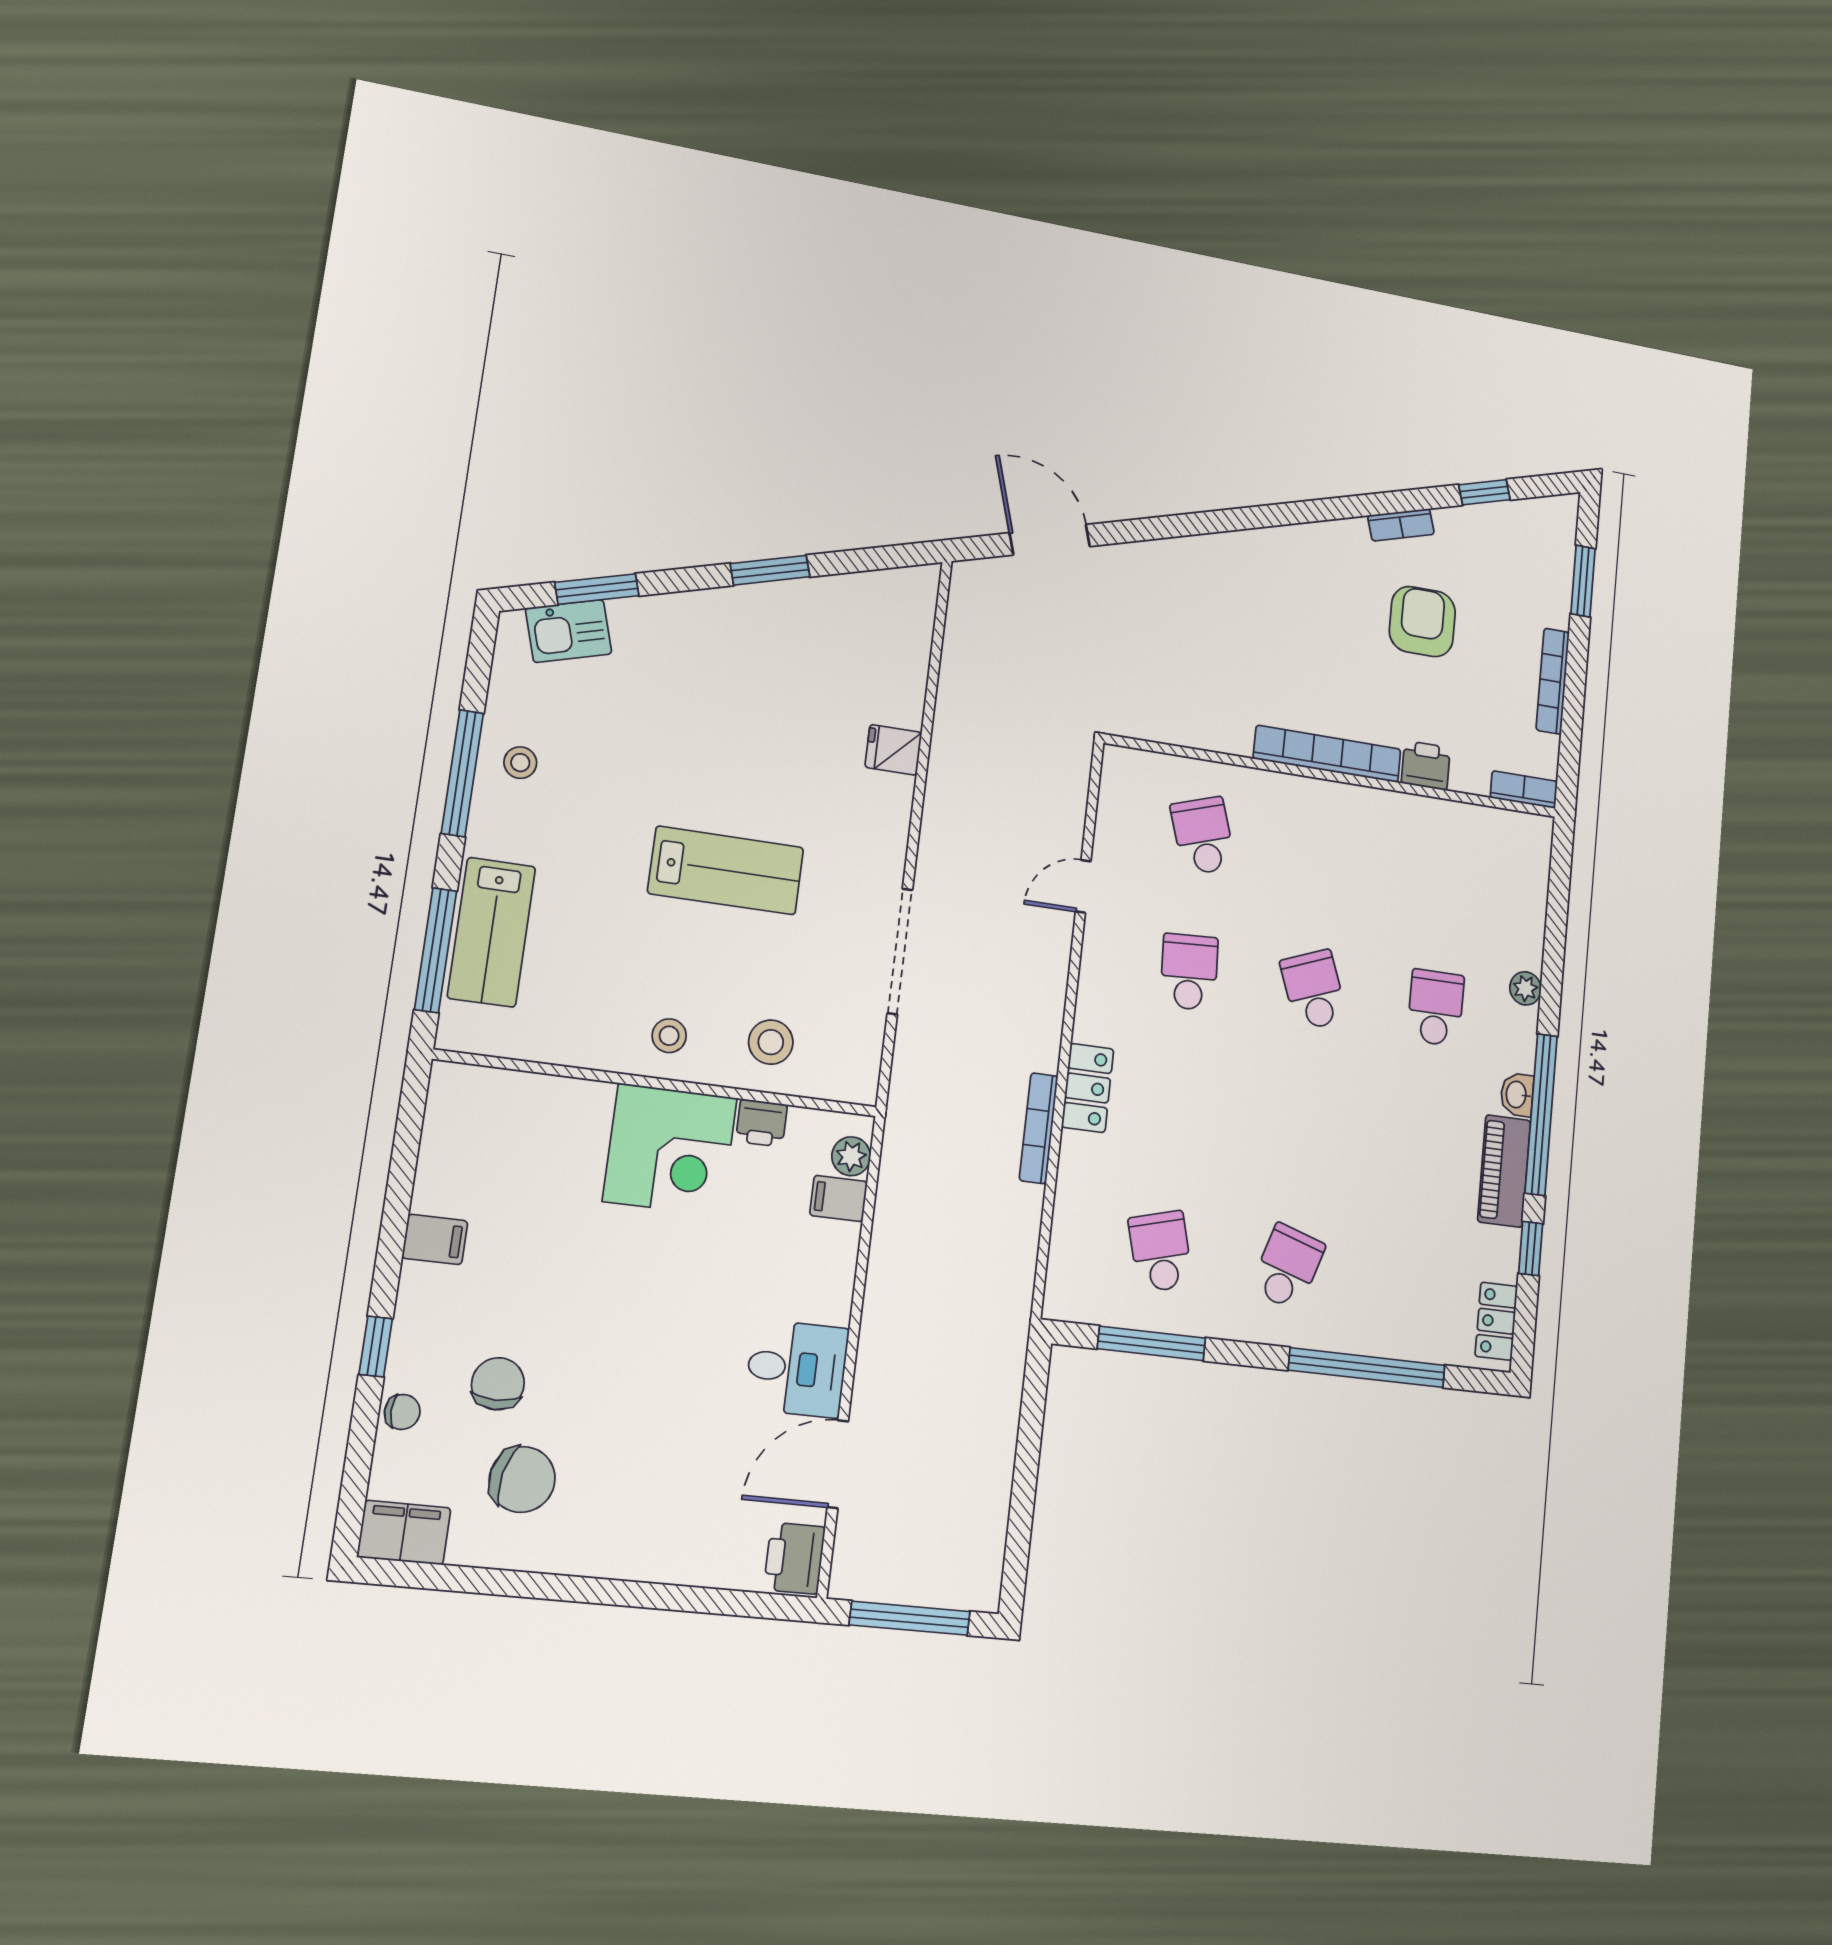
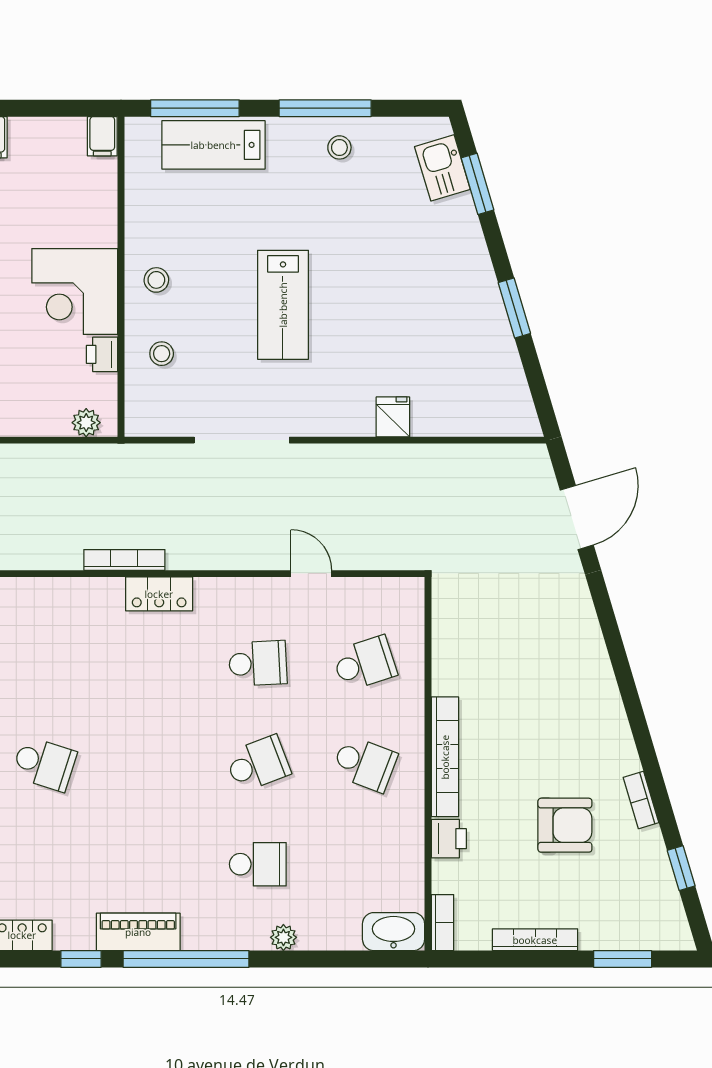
stool: (771, 1042) -> (162, 354), width x0.73, depth x0.73
washbasin: (1517, 1095) -> (394, 932), moved, width x1.91, depth x1.45
filing cabinet: (838, 1198) -> (102, 136), moved, turned 180
school desk: (1161, 1252) -> (365, 764), moved, turned 36

